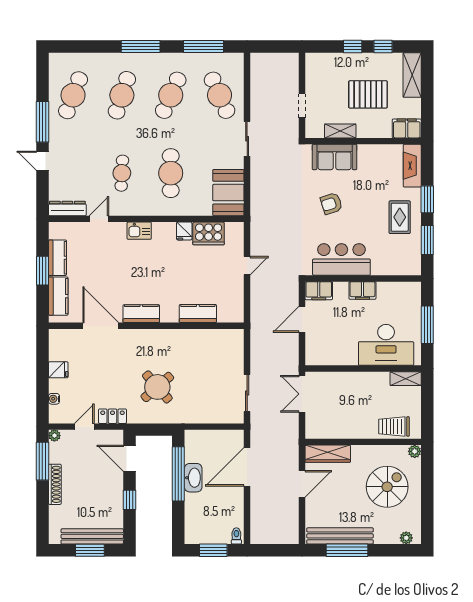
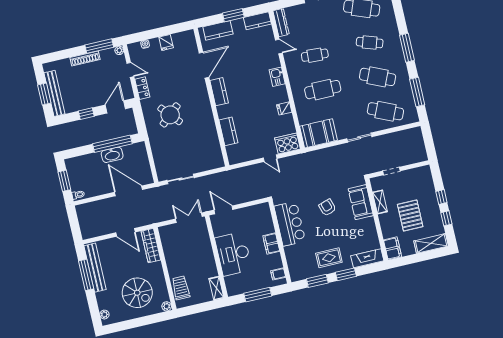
cafe table: (122, 95) -> (370, 43), width x0.73, depth x0.74
cafe table: (220, 95) -> (385, 111), turned 48
cooker: (209, 233) -> (287, 143), moved, turned 90
kitchen counter: (58, 258) -> (257, 21), moved
filing cabinet: (319, 291) -> (278, 274), moved, width x0.50
door: (302, 319) -> (223, 210), moved
desk: (386, 345) -> (233, 254), moved

